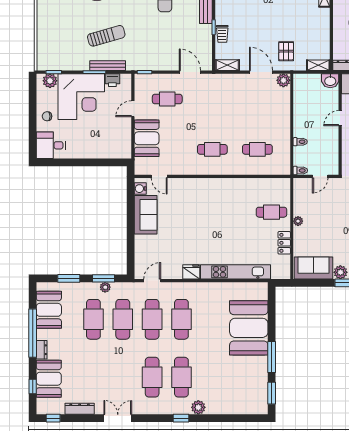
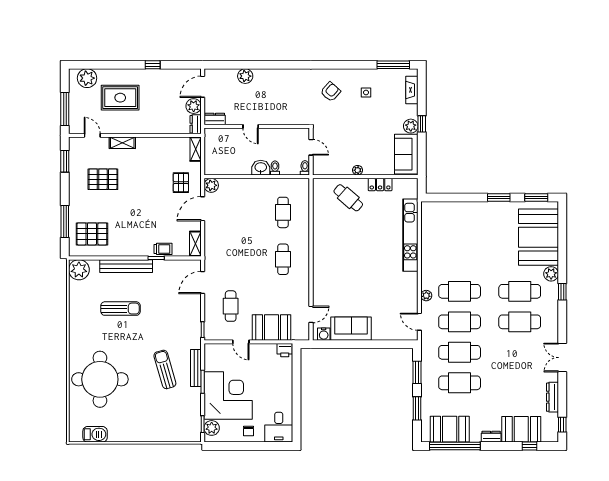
pallet: (286, 51) -> (181, 183), turned 90
printer: (112, 80) -> (285, 350), moved, turned 90
washbasin: (330, 81) -> (261, 168), moved, turned -90
cafe table: (271, 212) -> (348, 198), turned -49
fridge: (191, 272) -> (410, 281), removed
plant: (105, 287) -> (426, 296), moved
booth: (249, 328) -> (539, 237), moved, turned 90
window: (33, 333) -> (455, 446), moved
window: (272, 357) -> (499, 198), width x0.69

